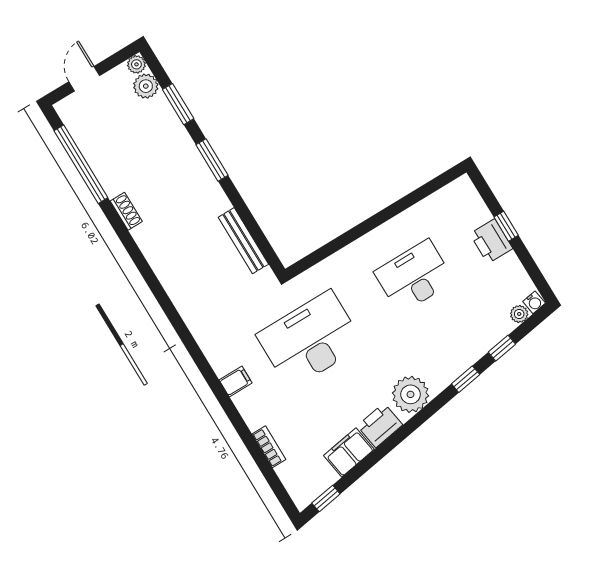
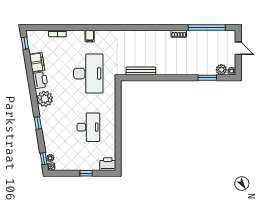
window: (212, 160) -> (178, 78), removed
printer: (491, 241) -> (108, 164), moved
window: (502, 348) -> (44, 159), moved

